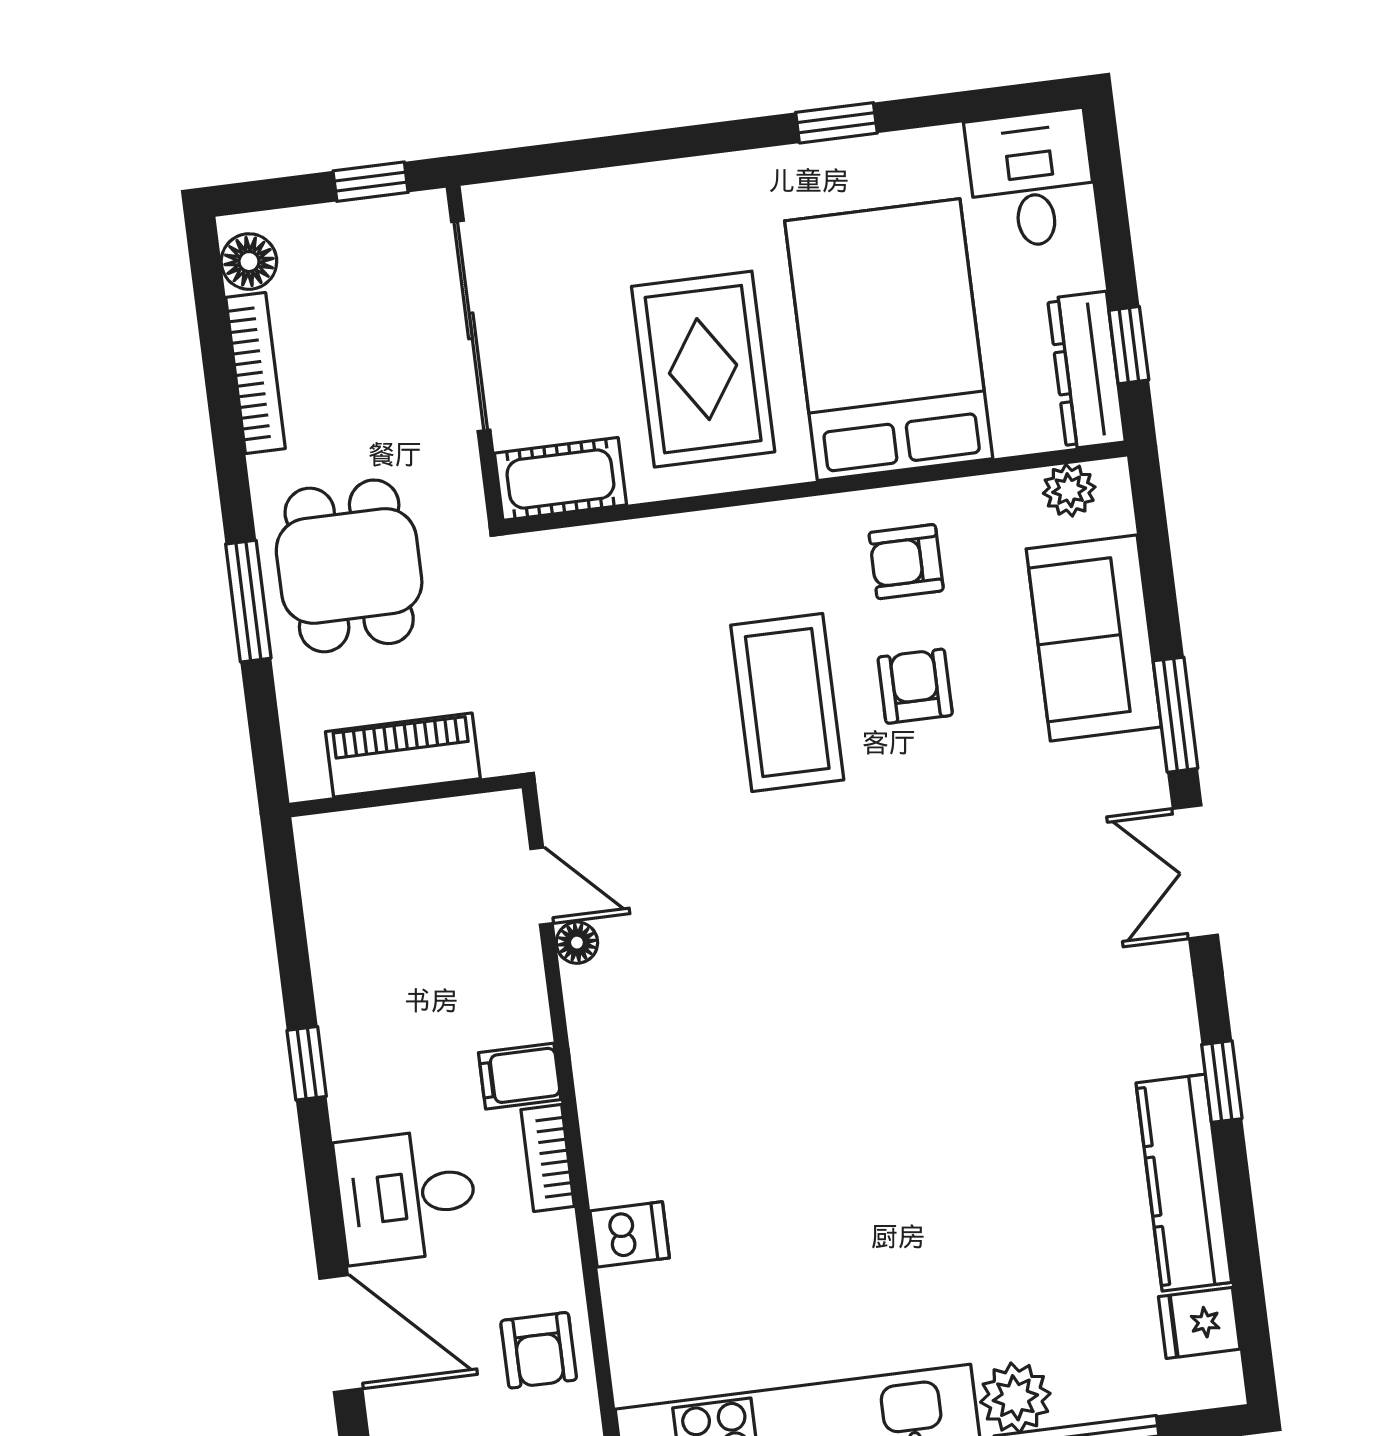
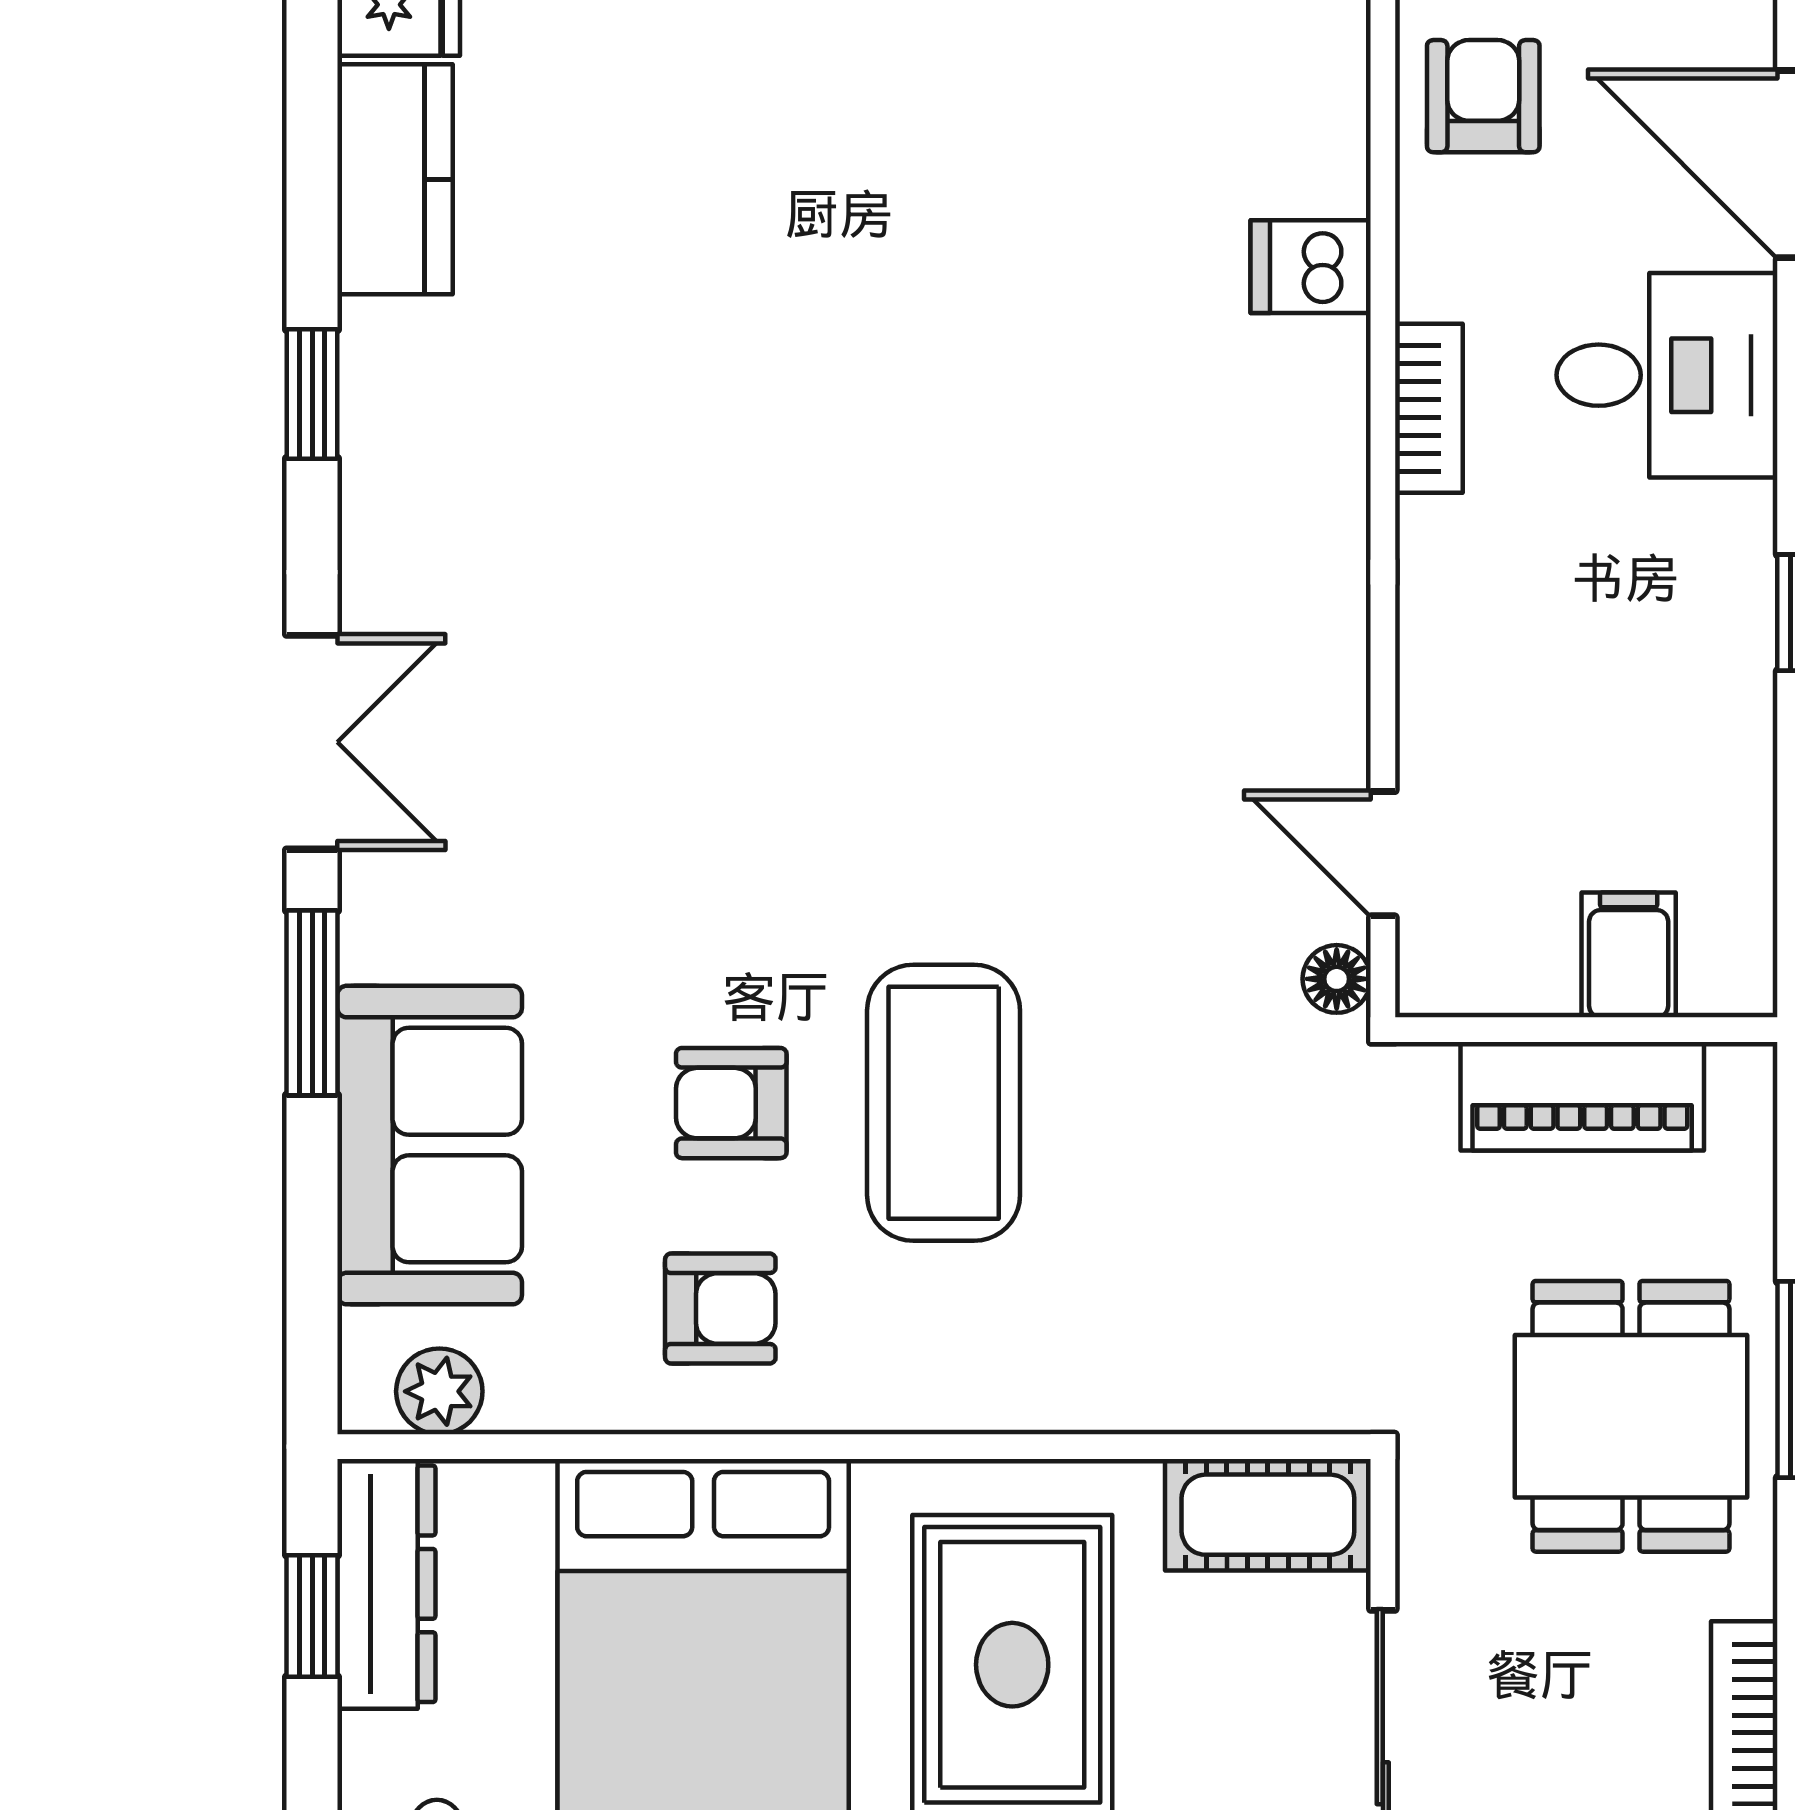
armchair: (915, 686) -> (731, 1103), turned 90
floor lamp: (577, 943) -> (1337, 979), moved
filing cabinet: (520, 1076) -> (1629, 955), moved, turned -90
kitchen counter: (1184, 1183) -> (395, 179), width x0.67

